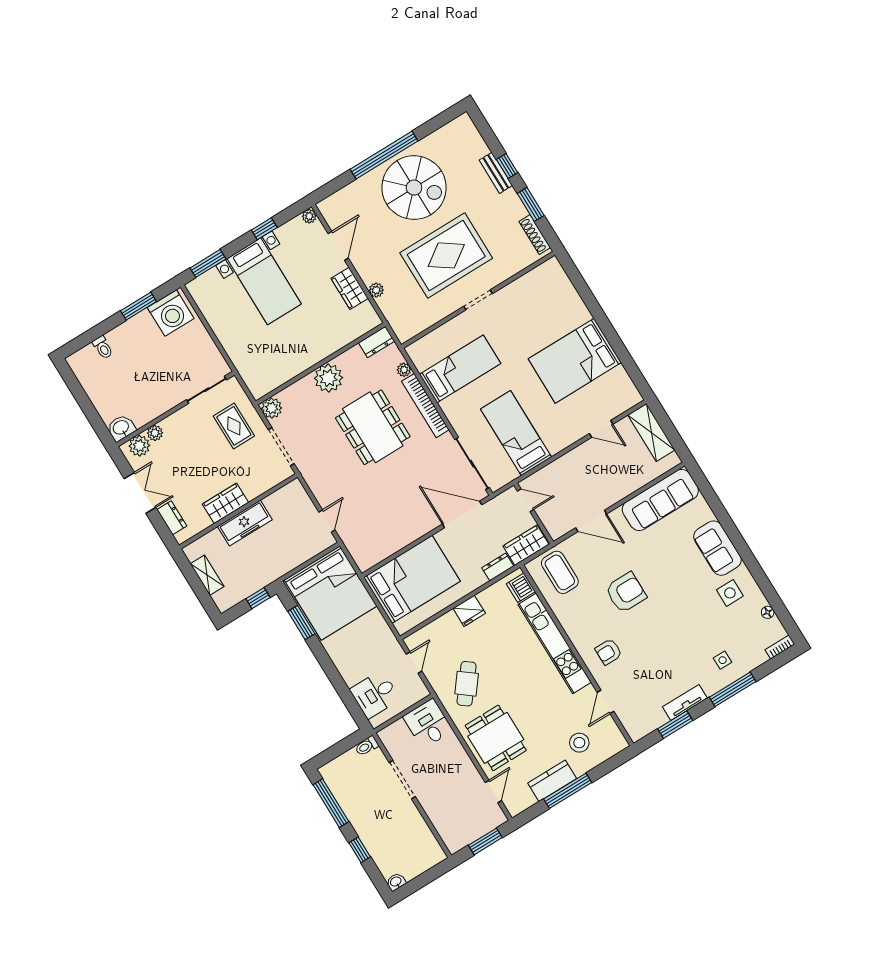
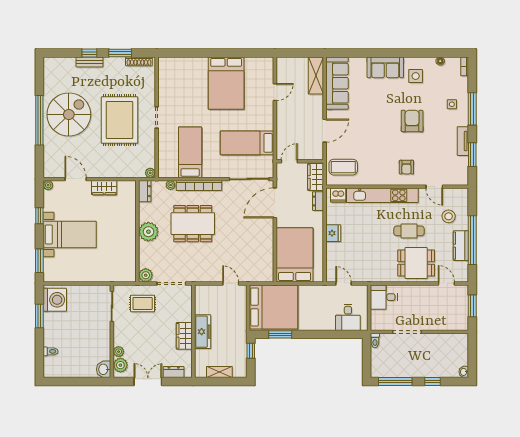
plant: (376, 290) -> (150, 173), moved
shelving: (651, 432) -> (316, 76), moved, turned 90
armchair: (626, 592) -> (412, 121), moved
cafe table: (467, 684) -> (409, 231), moved, turned -38
window: (568, 791) -> (472, 240), width x1.46

